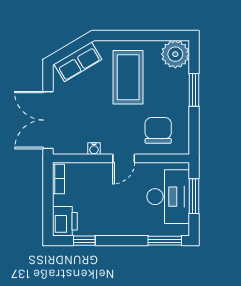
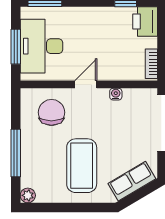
plant: (175, 54) -> (28, 195), width x0.53, depth x0.53
window: (194, 90) -> (16, 153), width x1.44
chair: (158, 130) -> (51, 112), turned 180

